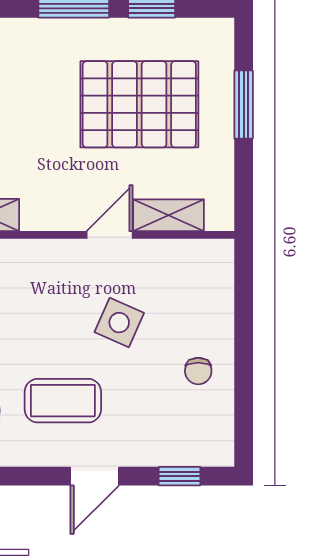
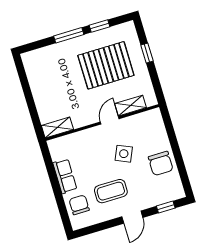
window: (244, 105) -> (147, 53), width x0.67
chair: (198, 371) -> (161, 163), width x1.87, depth x1.87

